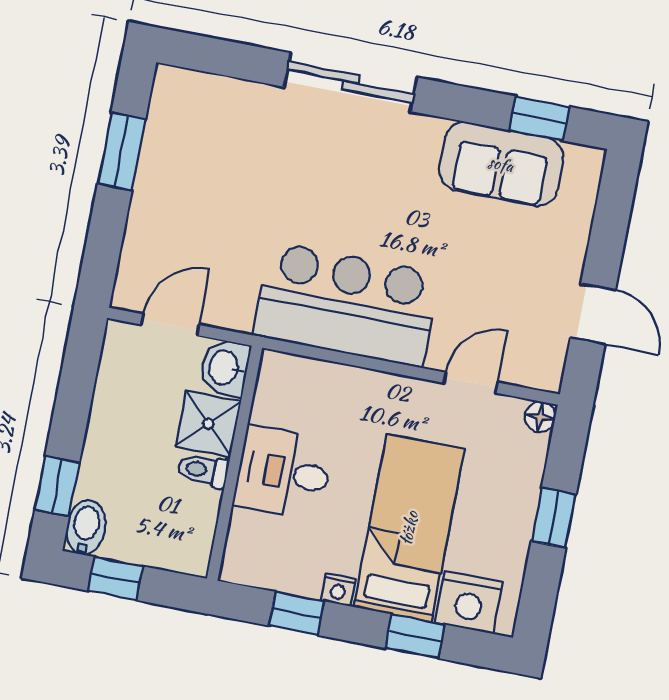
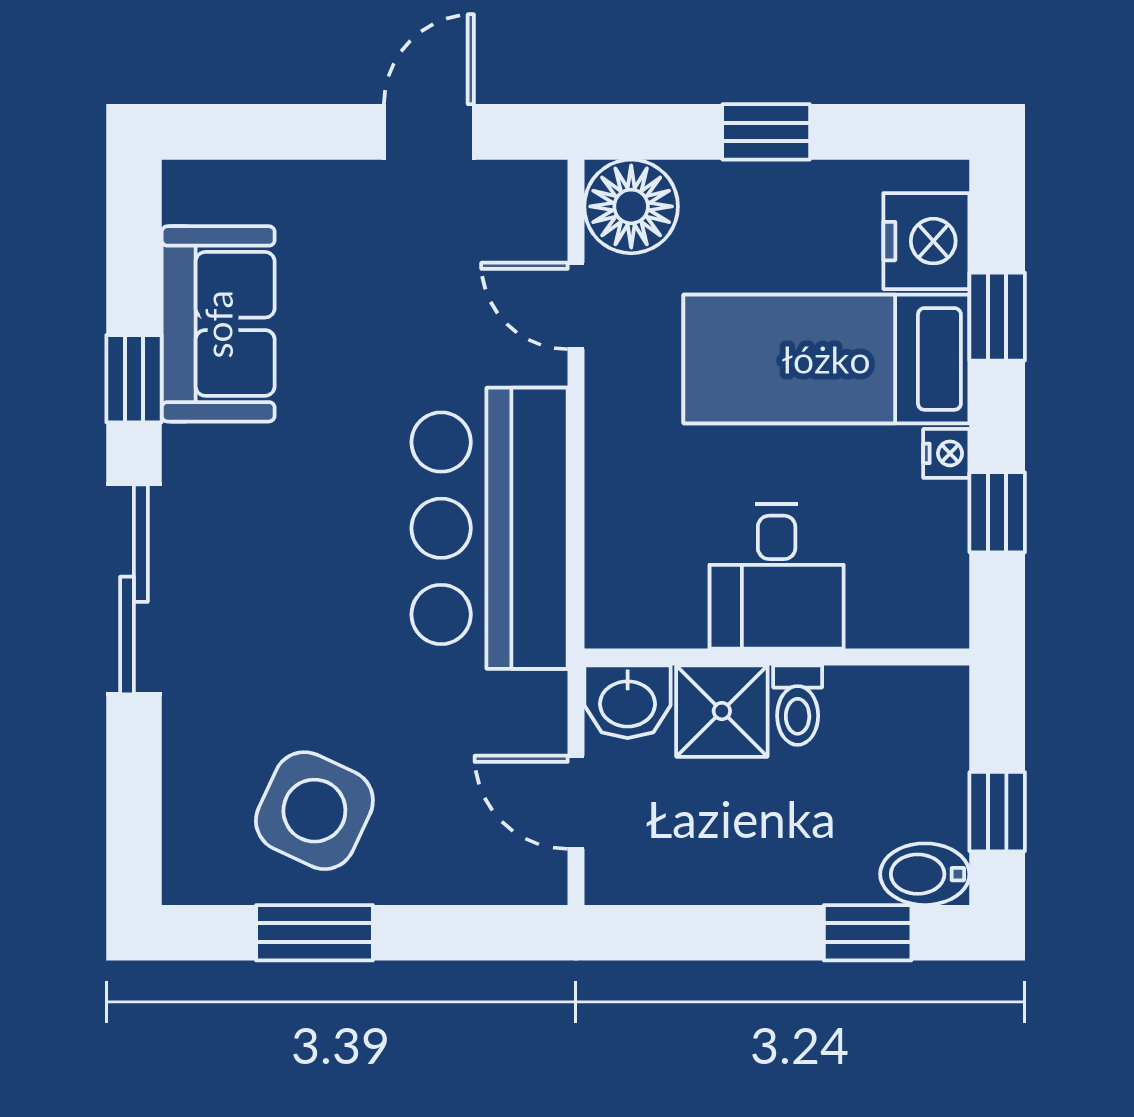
window: (540, 118) -> (134, 379), moved
side table: (196, 165) -> (314, 811), added
floor lamp: (540, 417) -> (631, 206), width x1.89, depth x1.89

